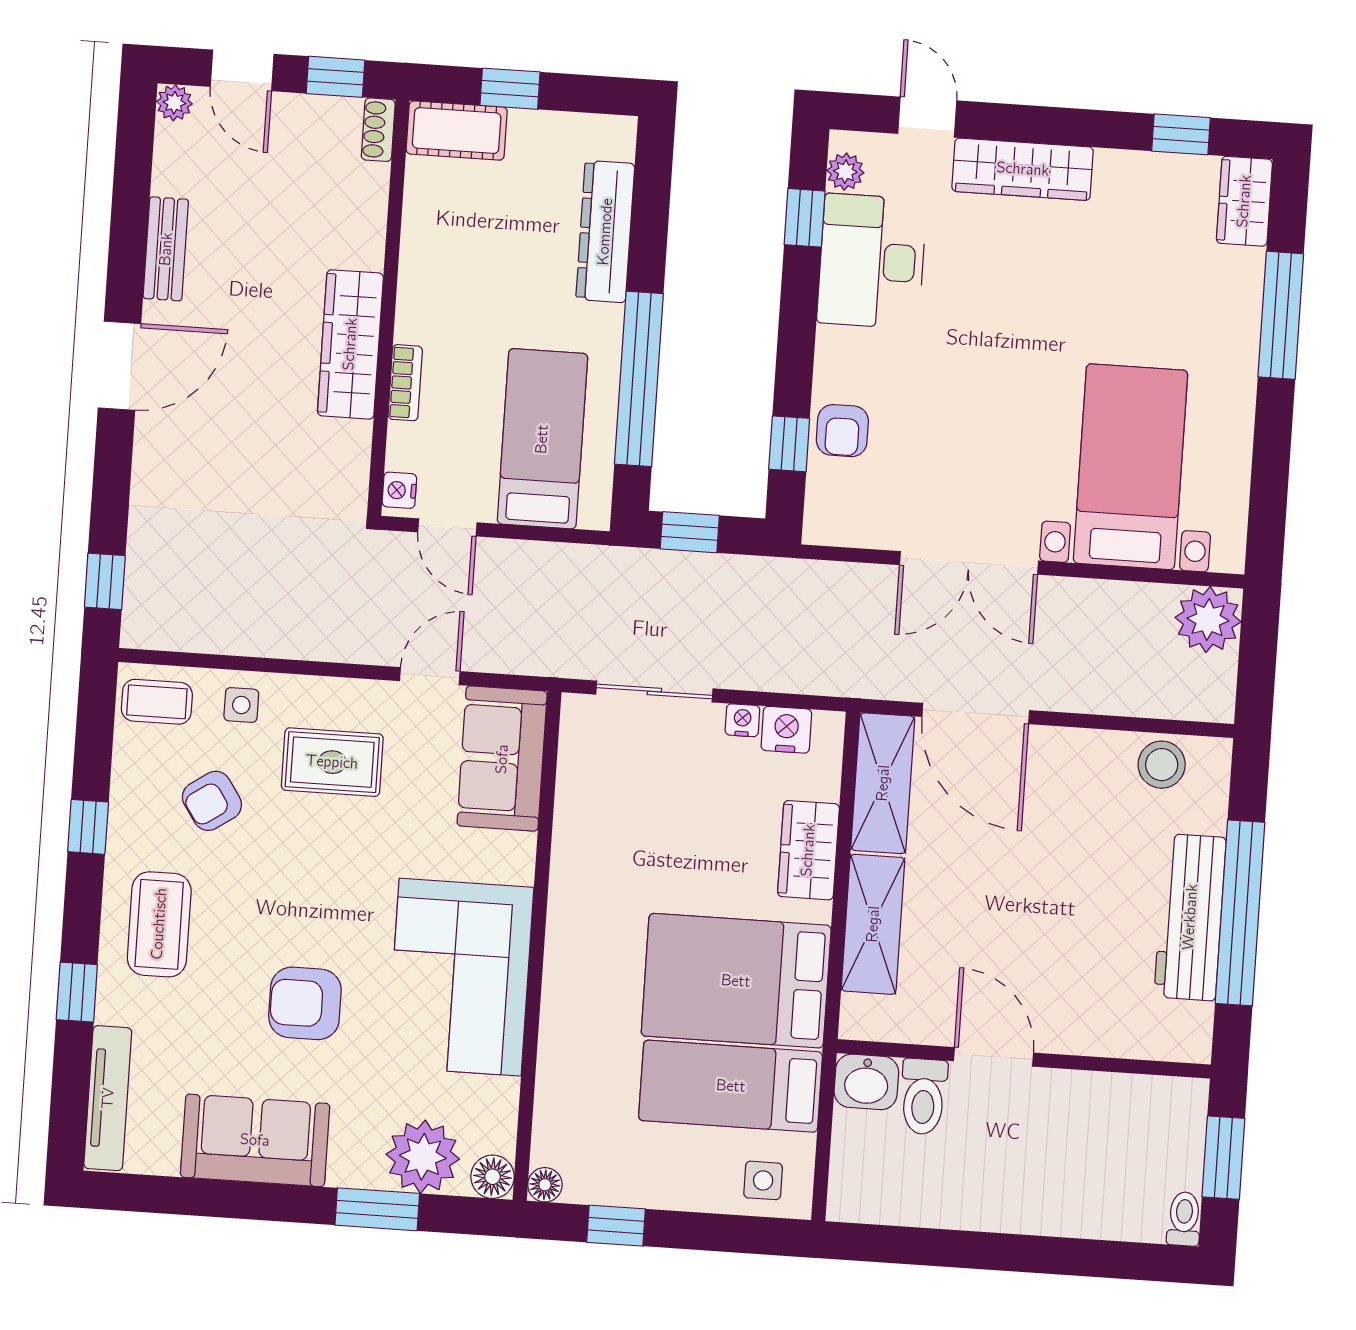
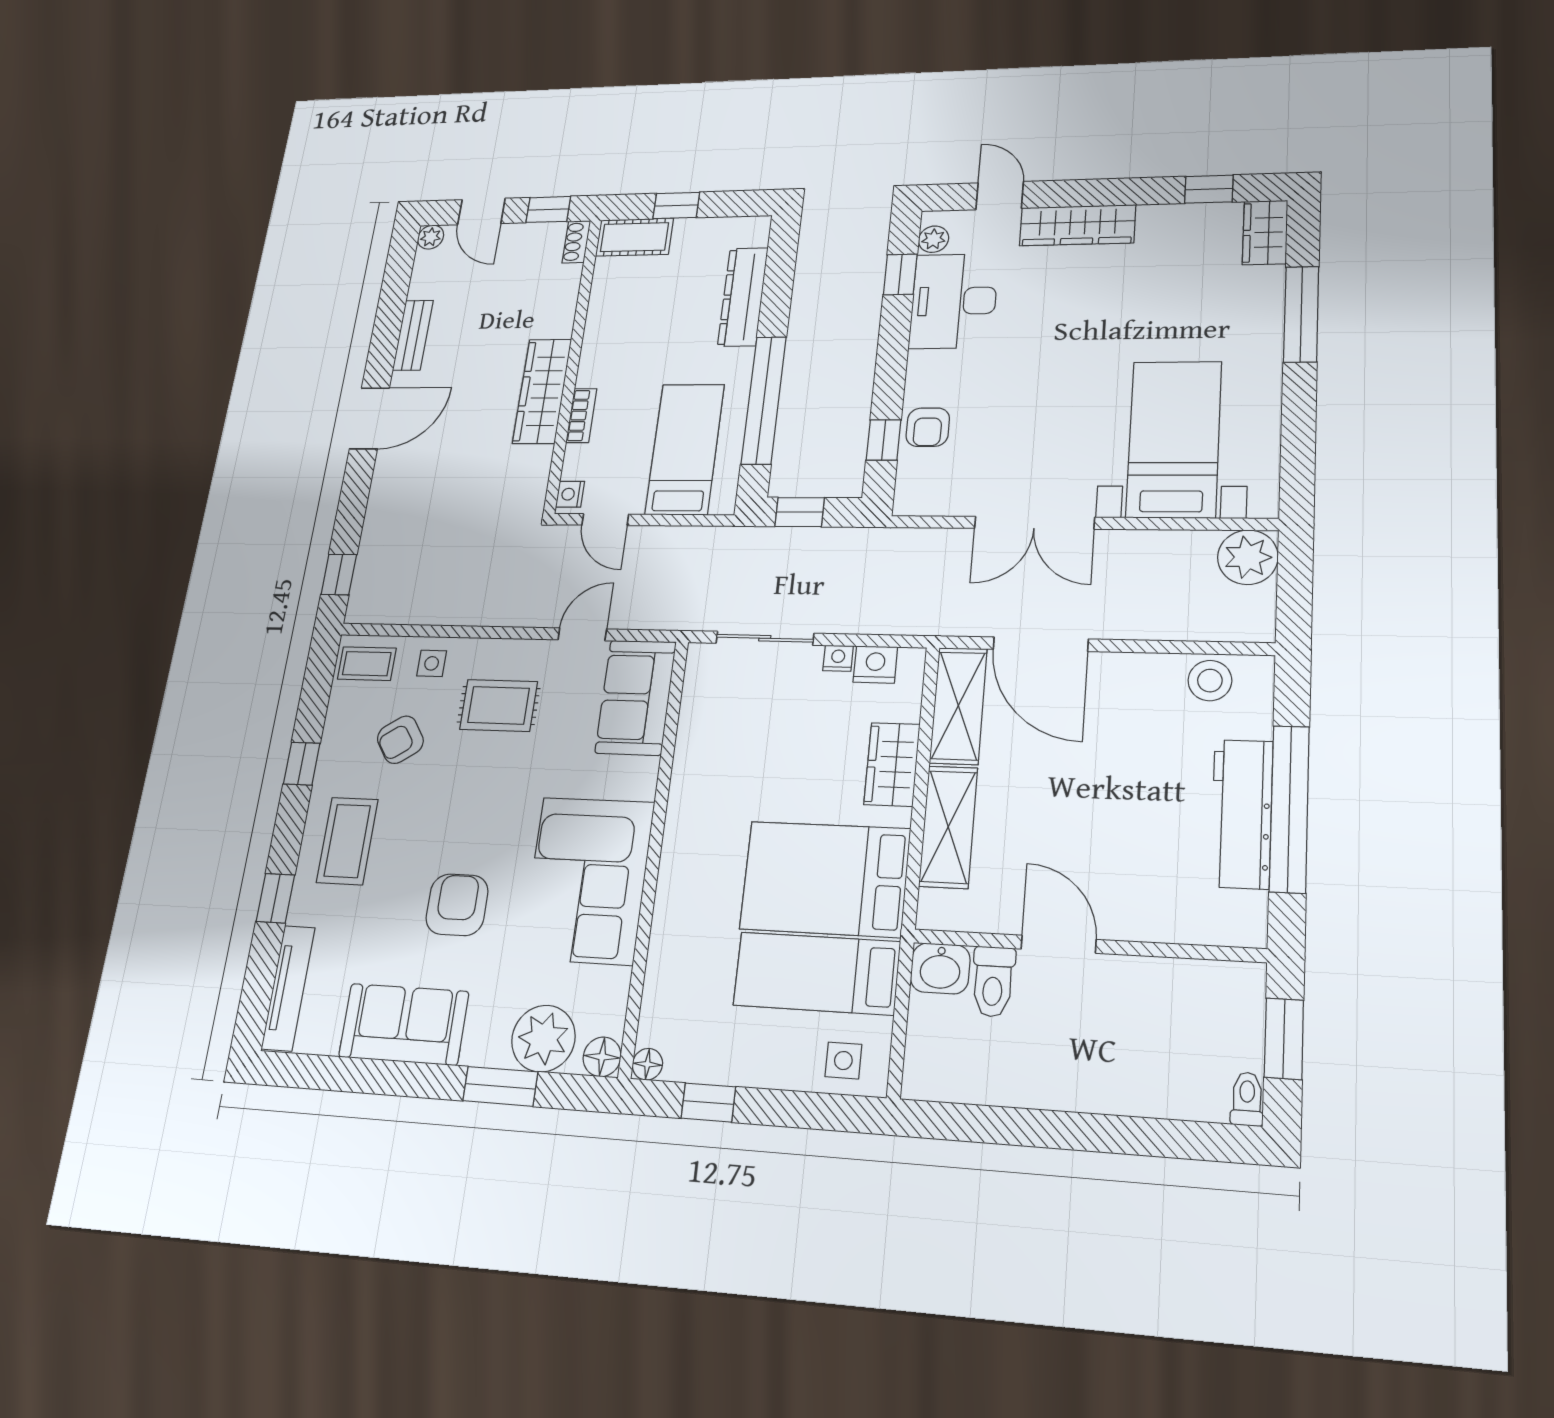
armchair: (305, 1003) -> (457, 905), turned 90

